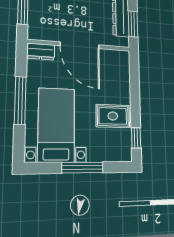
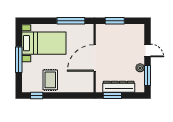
dresser: (41, 51) -> (89, 33), removed
window: (20, 100) -> (71, 21), moved

